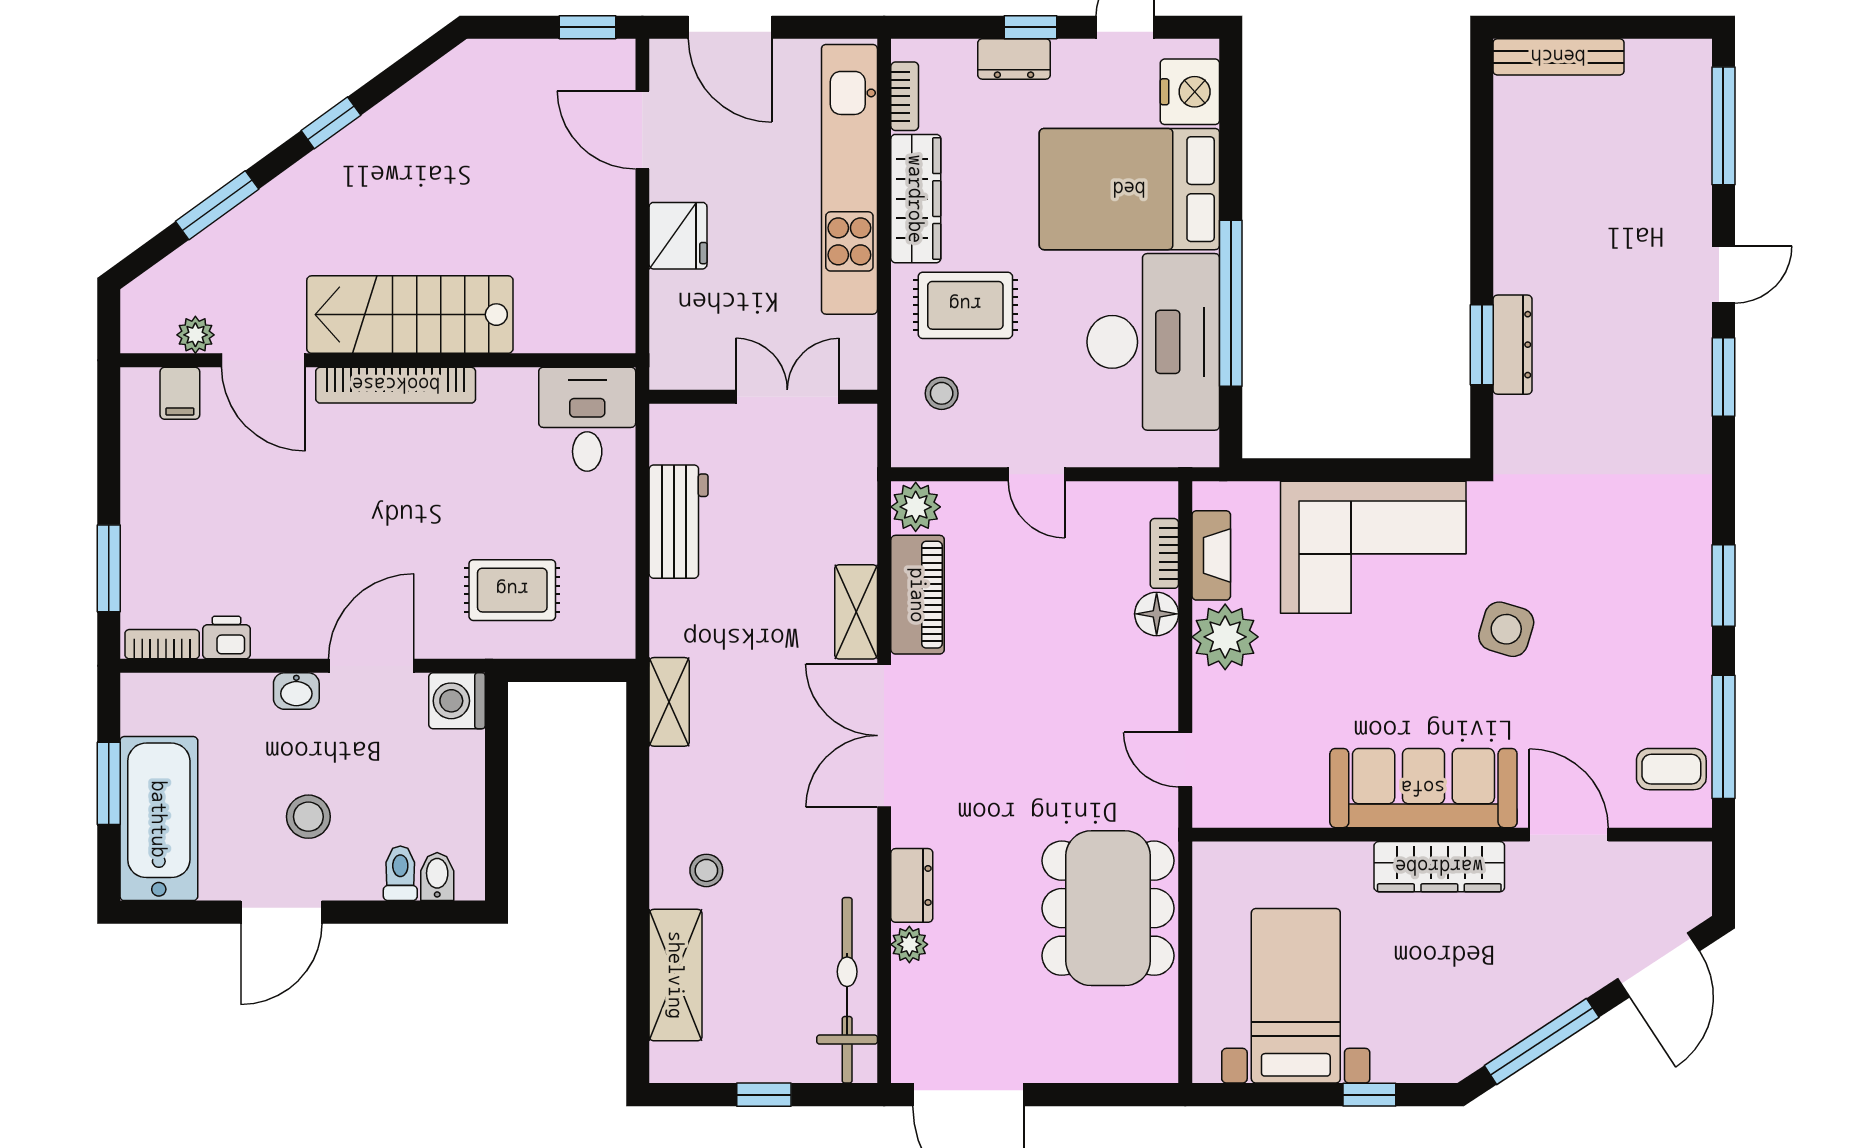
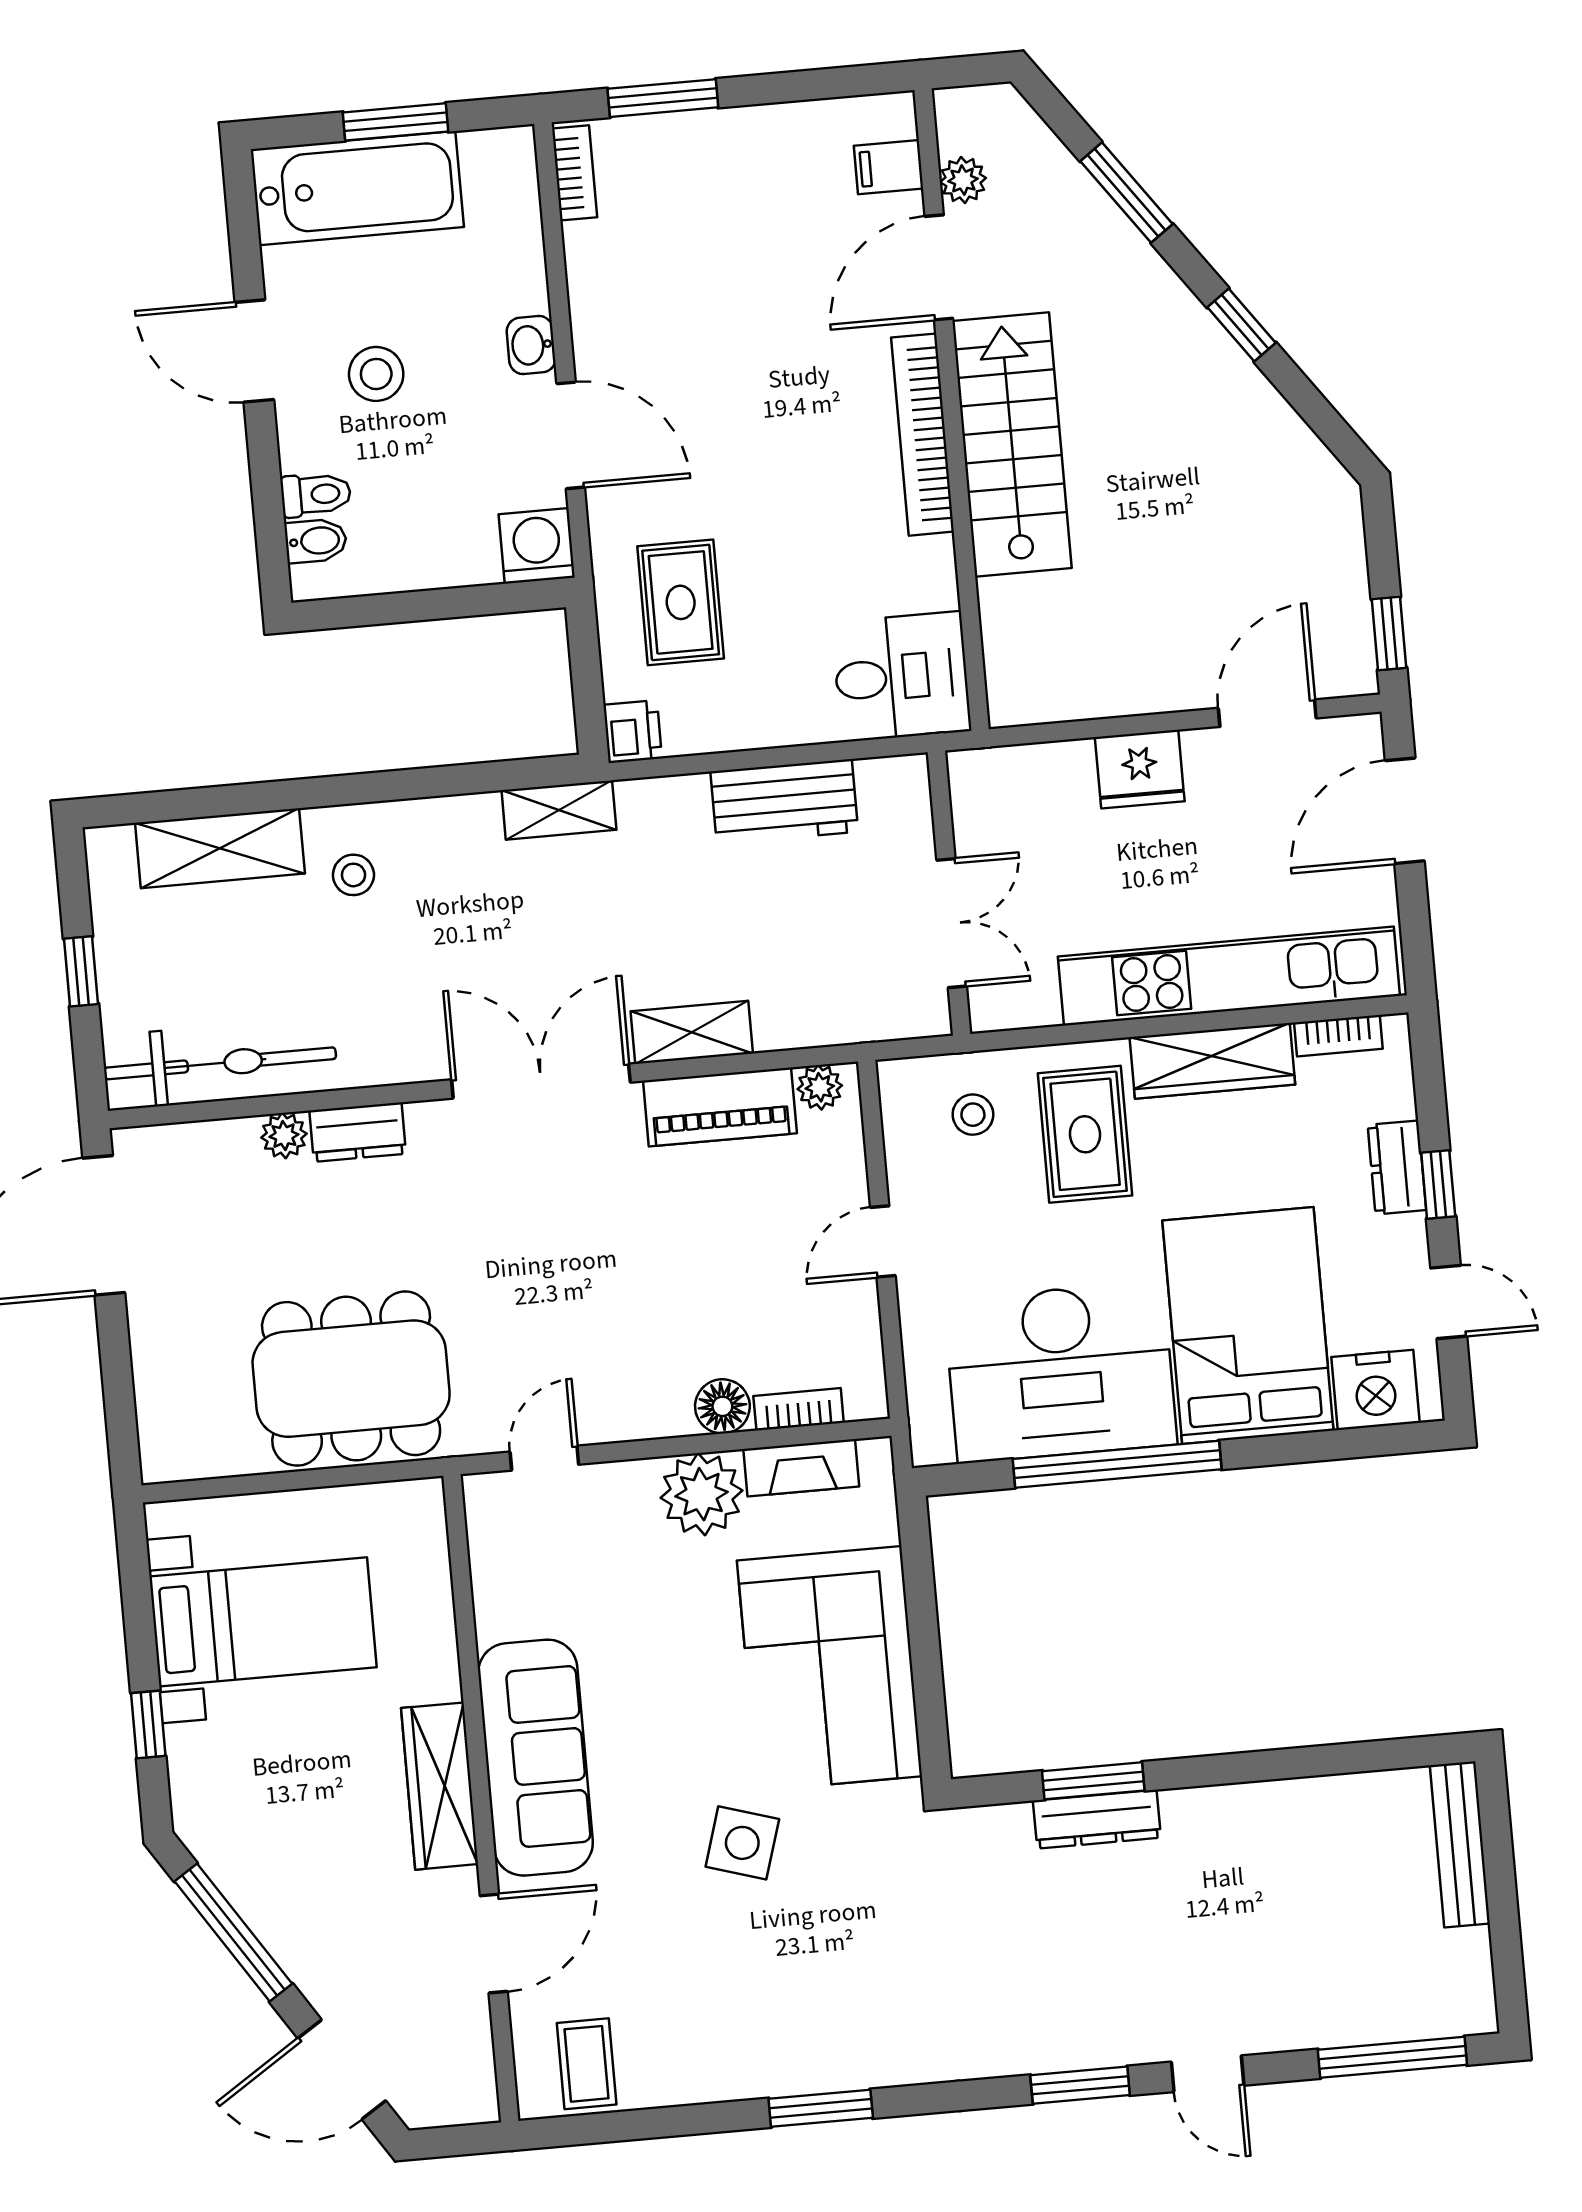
plant: (916, 507) -> (820, 1087), width x0.73, depth x0.73
printer: (226, 638) -> (633, 732), moved
window: (1723, 737) -> (633, 2125), removed

